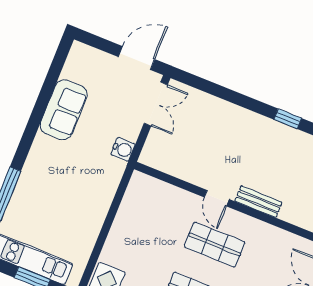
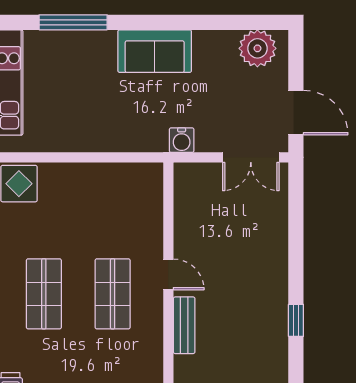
plant: (78, 67) -> (257, 48), added
sofa: (64, 110) -> (155, 51), moved
door: (217, 198) -> (168, 274), swing flipped

